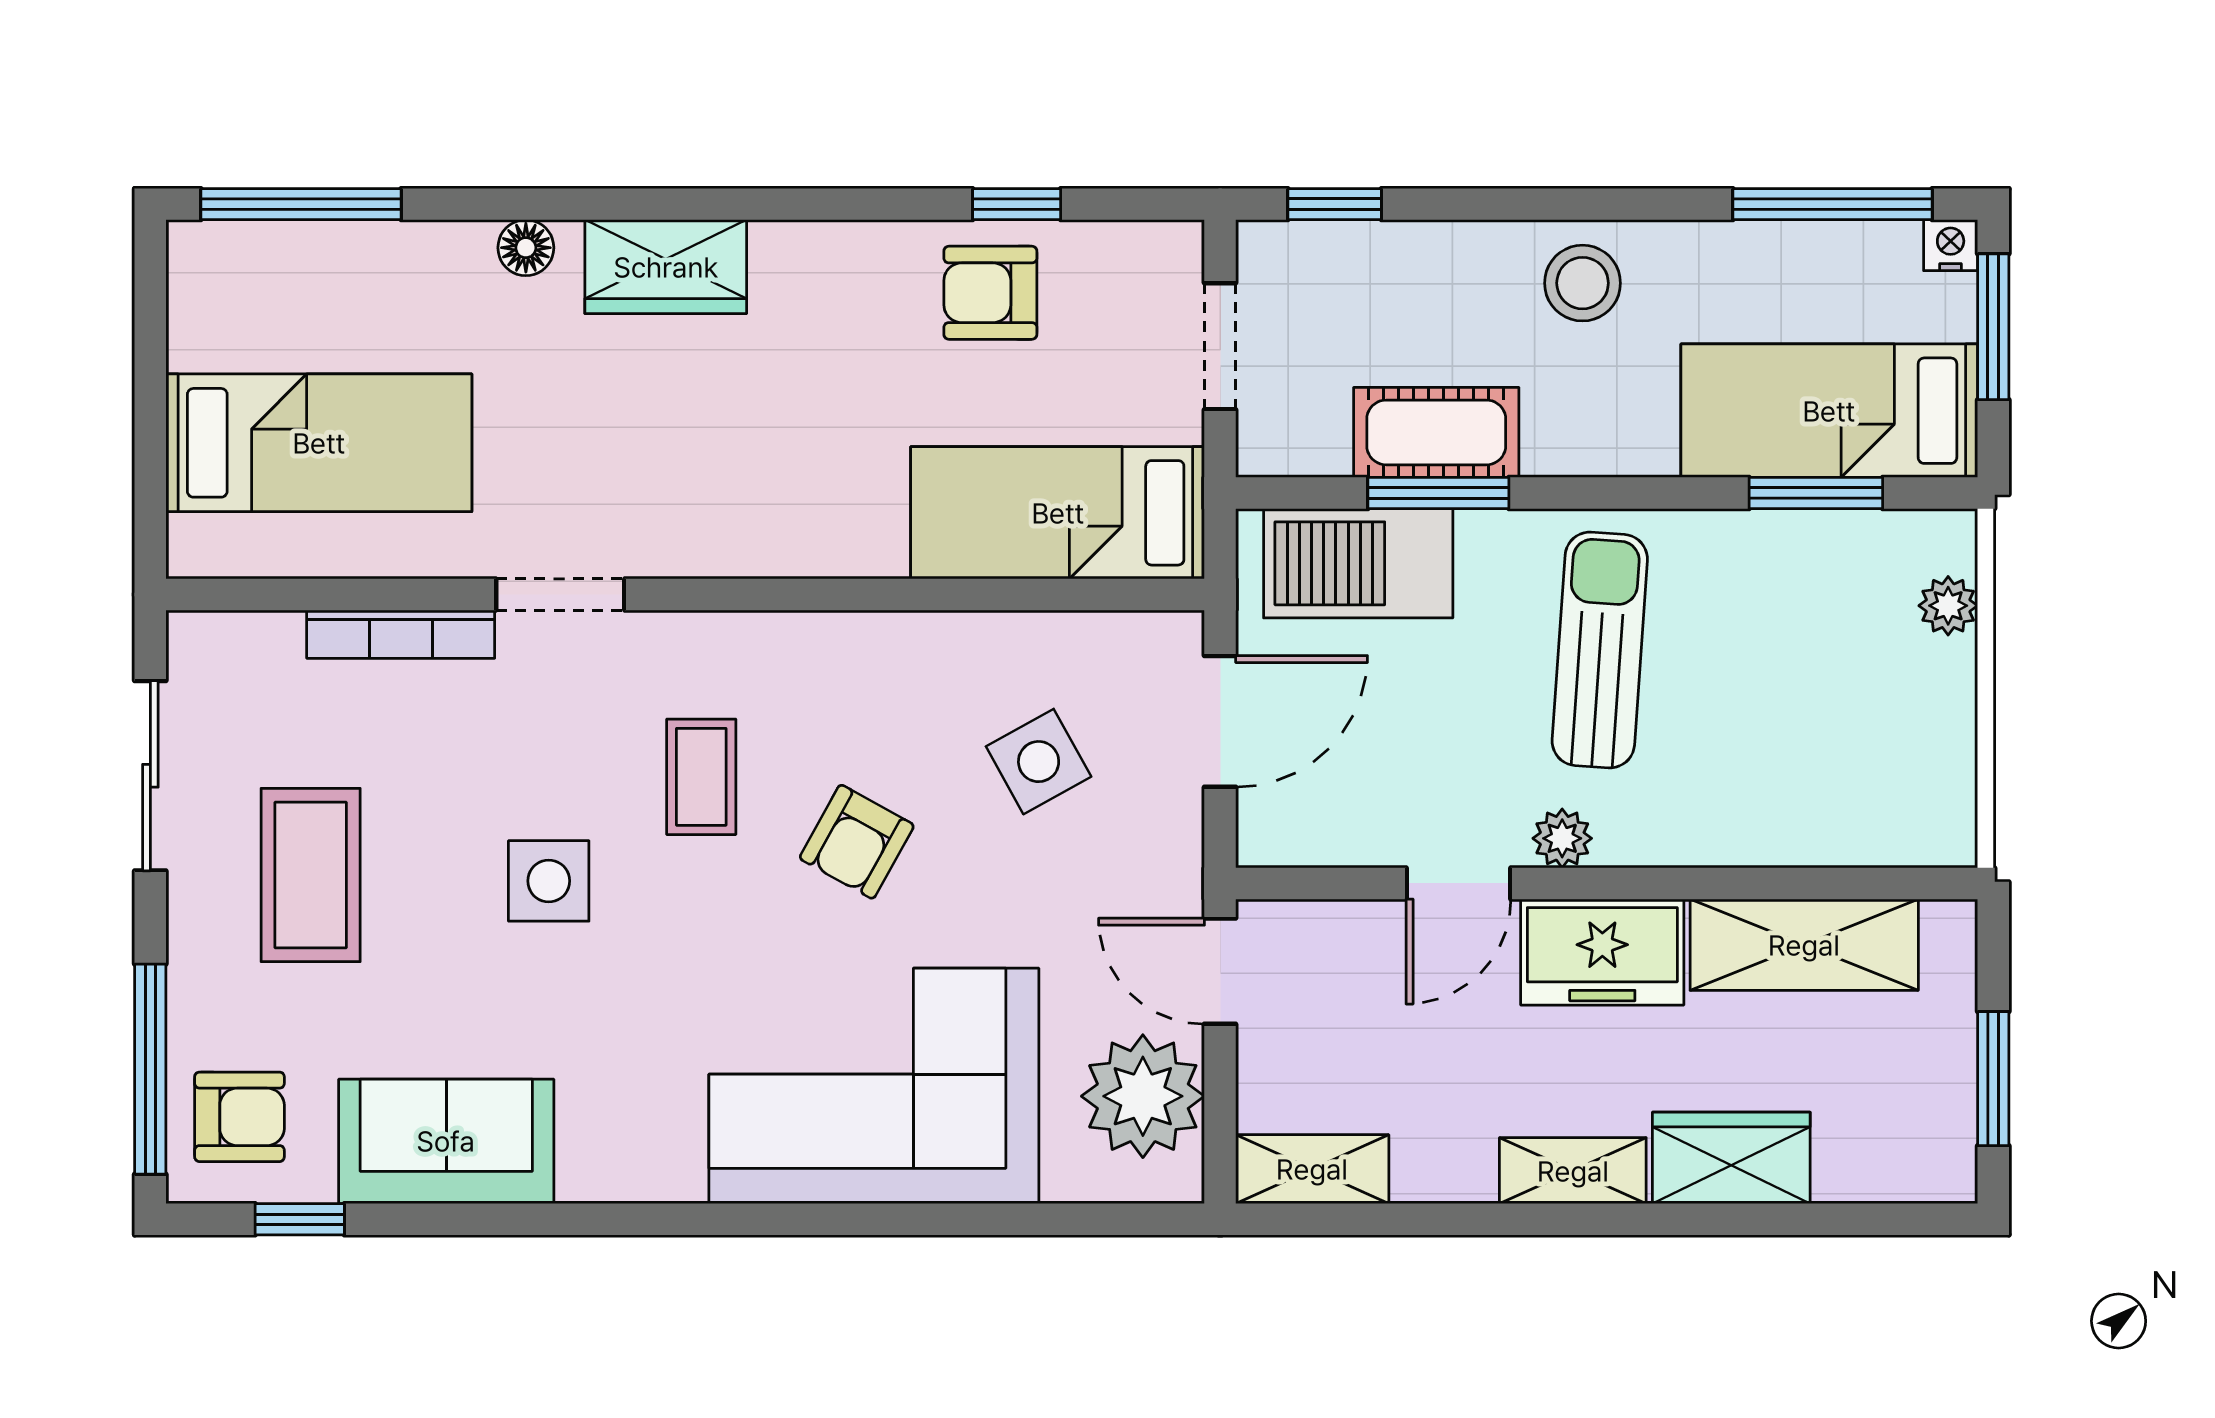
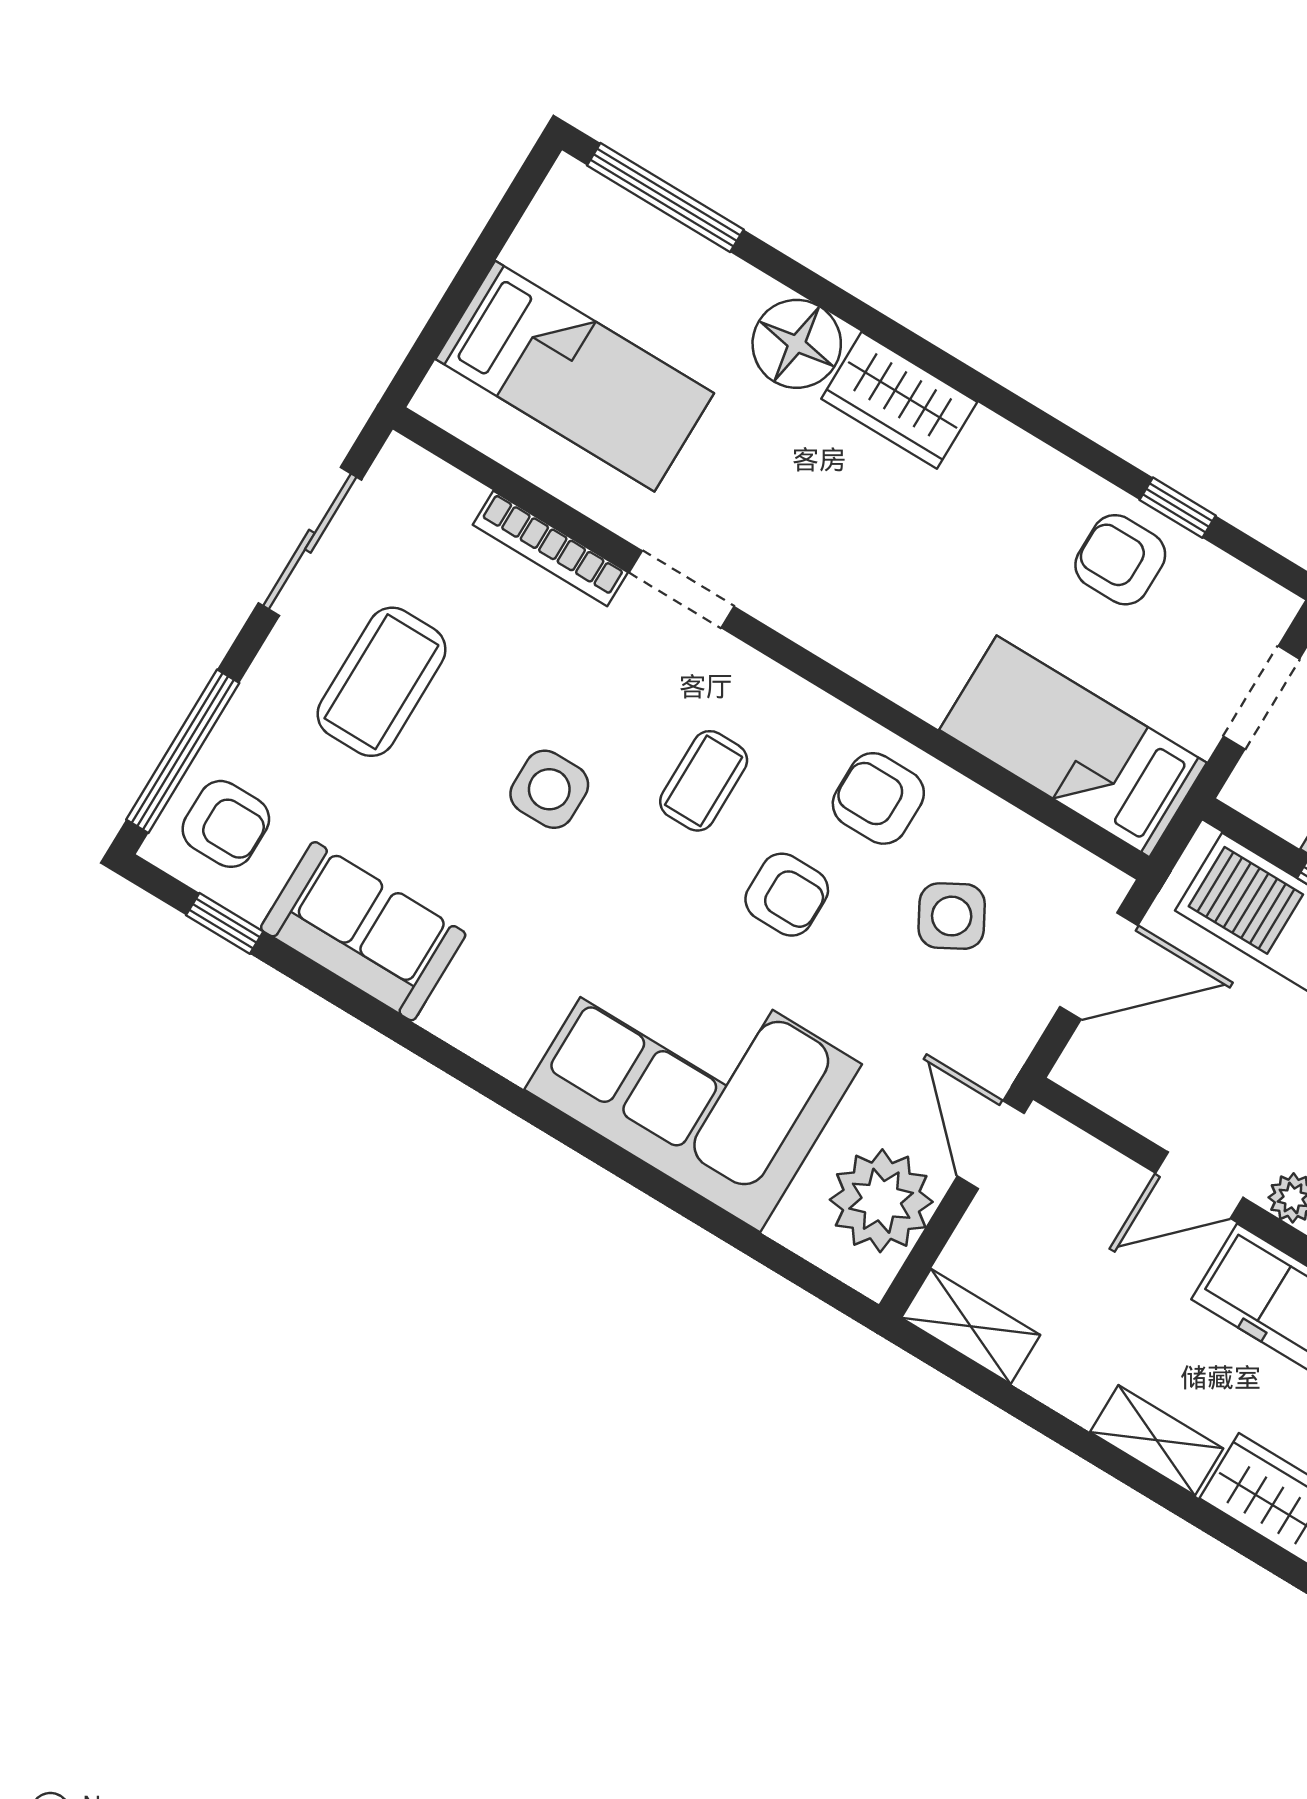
floor lamp: (526, 248) -> (797, 344), width x1.89, depth x1.89
armchair: (891, 687) -> (878, 798), added
armchair: (857, 842) -> (787, 895), turned -119

